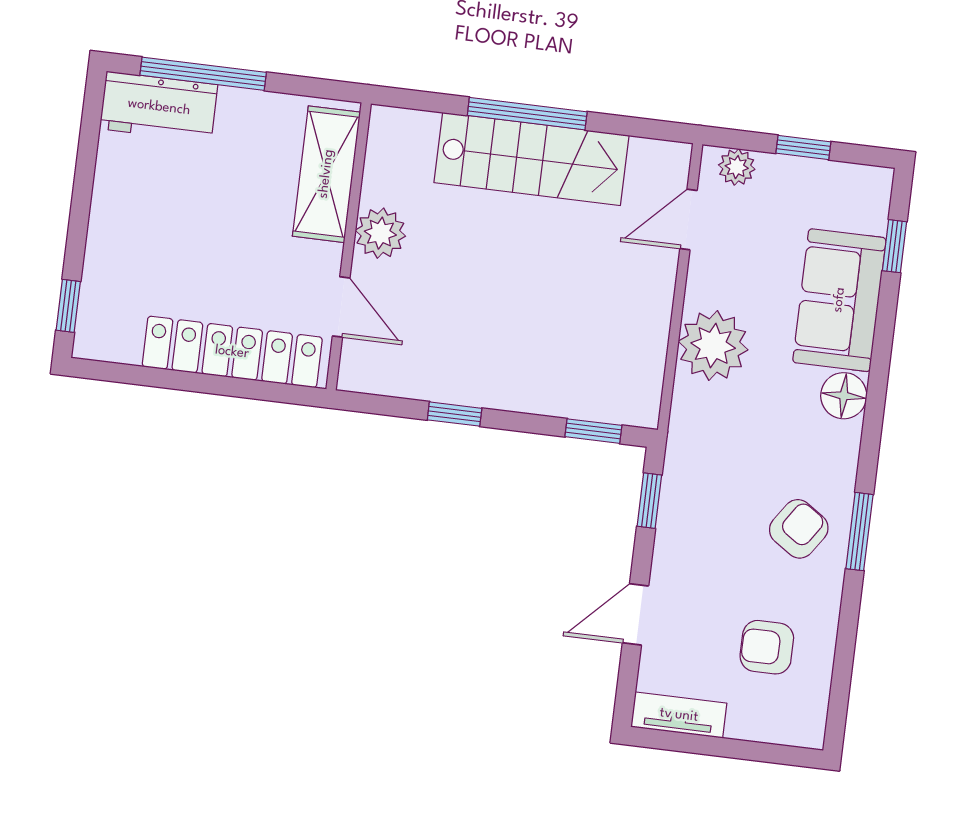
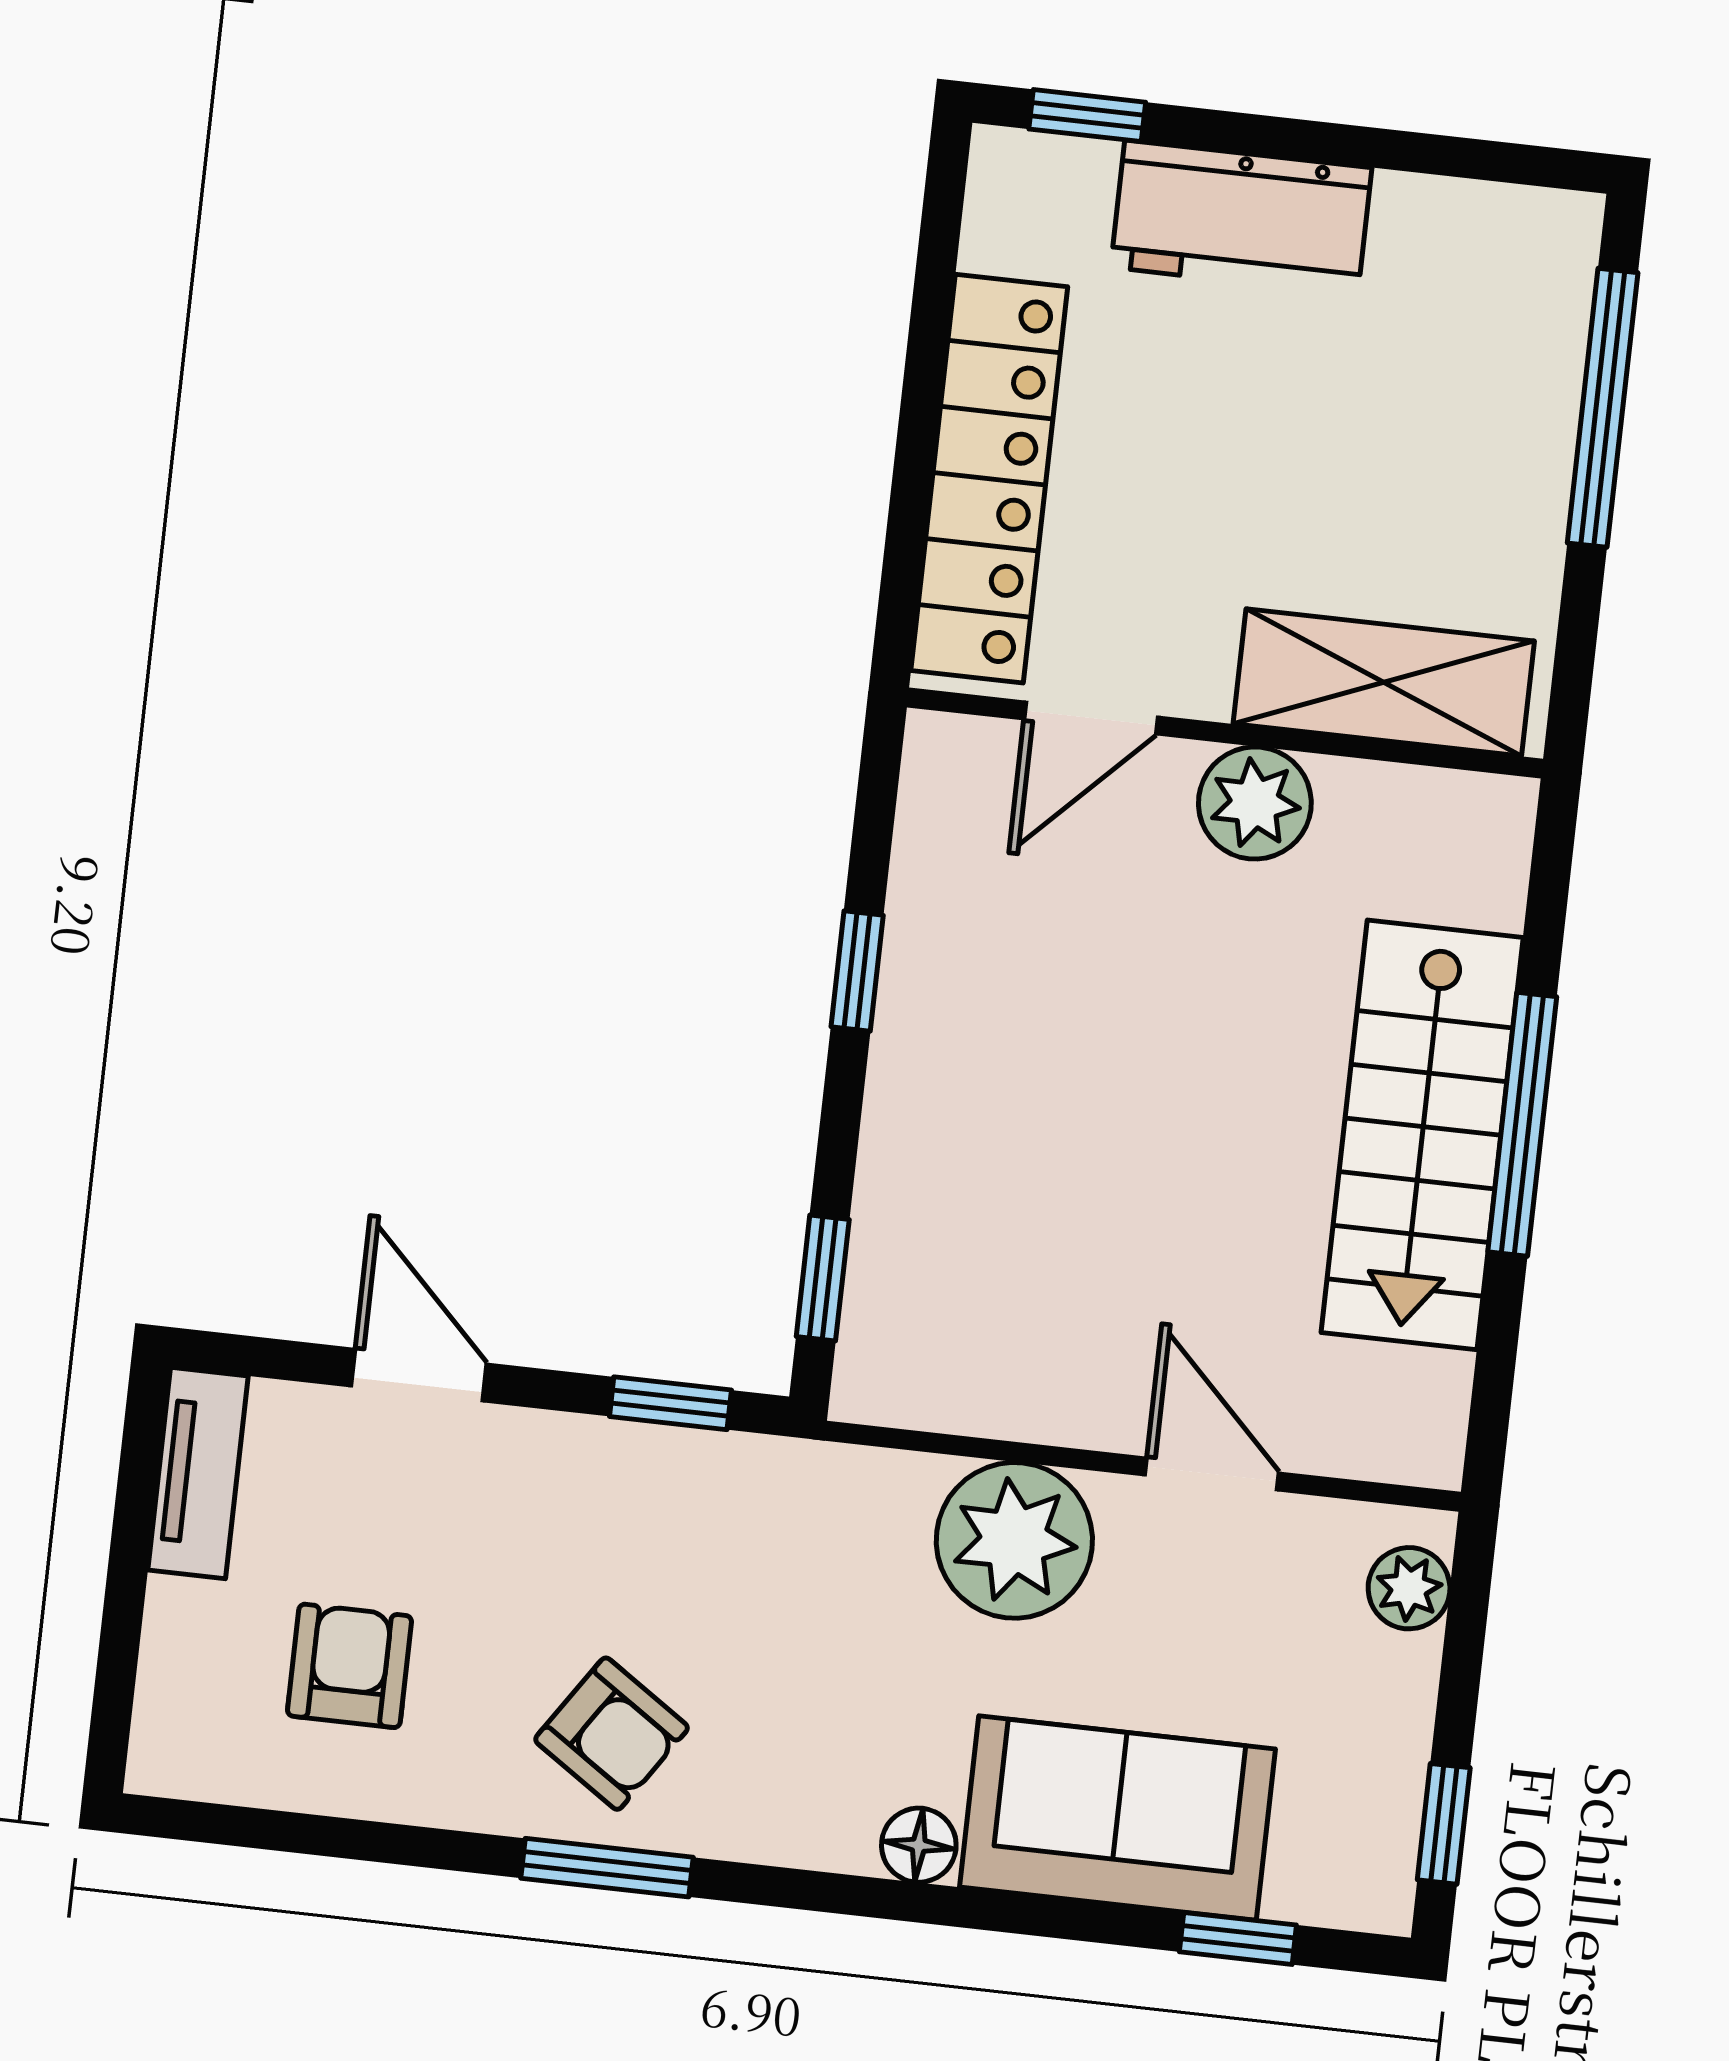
workbench: (159, 107) -> (1241, 218), moved, turned -90
window: (803, 148) -> (1444, 1824), moved
door: (689, 219) -> (1212, 1474), moved
floor lamp: (844, 396) -> (919, 1845), width x0.73, depth x0.73

